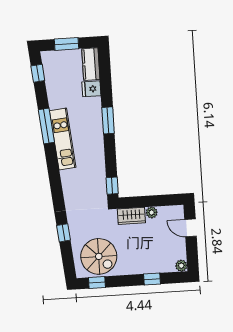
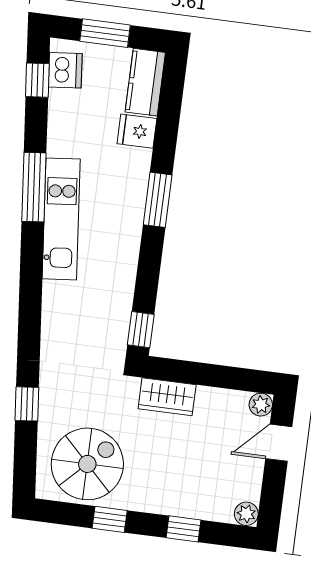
dishwasher: (50, 66) -> (65, 70), added
plant: (152, 213) -> (261, 405), moved
door: (190, 228) -> (279, 443), hinge flipped
spiral stairs: (99, 256) -> (87, 464), turned -90
window: (97, 282) -> (110, 519), moved

